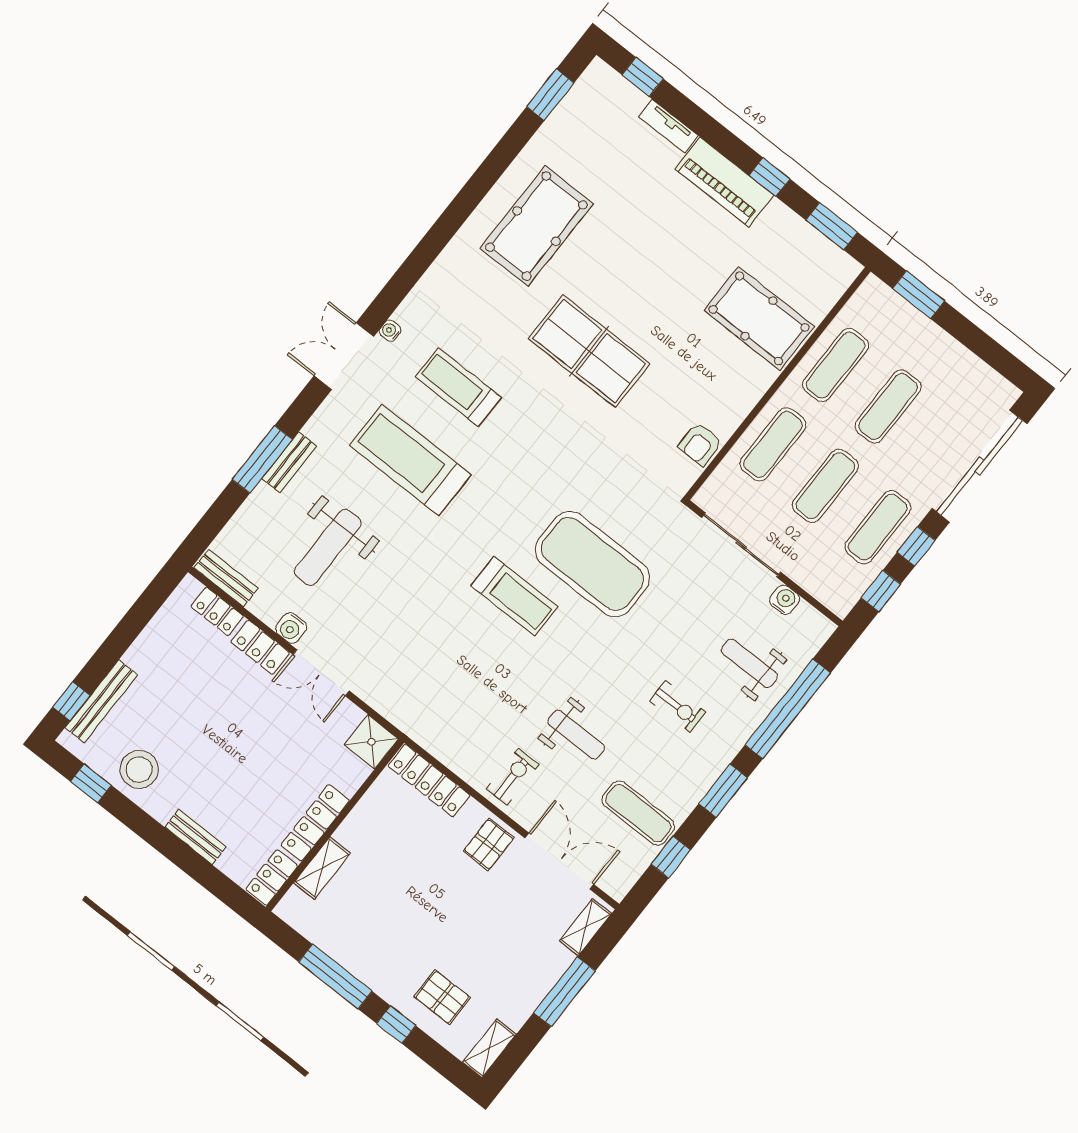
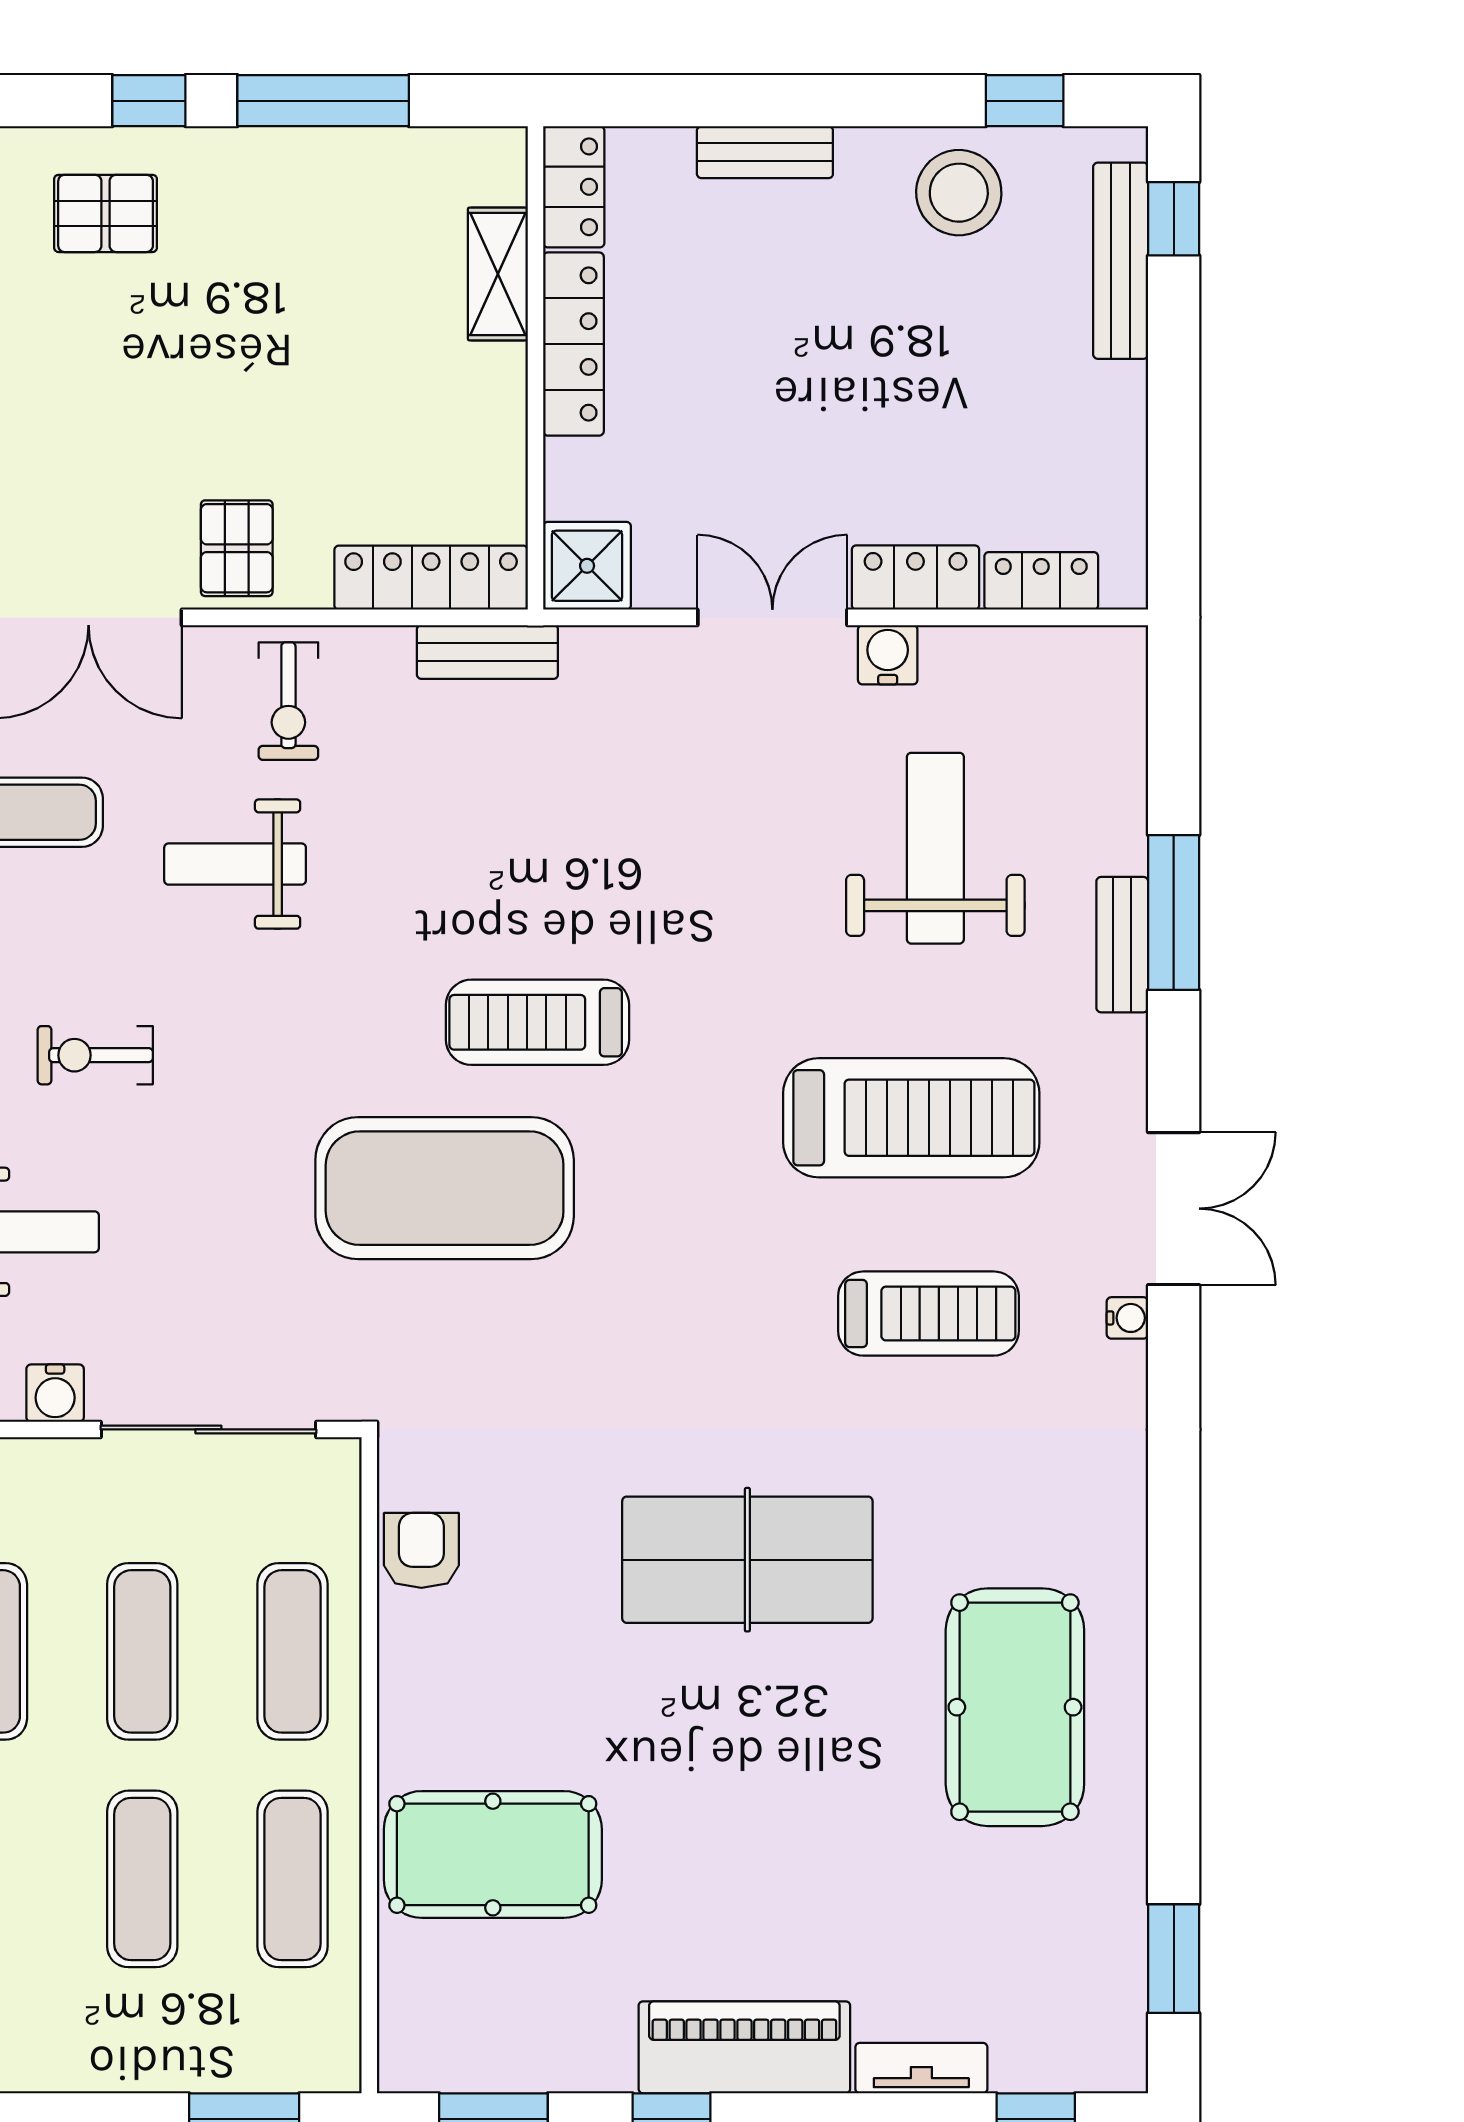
bench: (226, 578) -> (487, 652), moved

